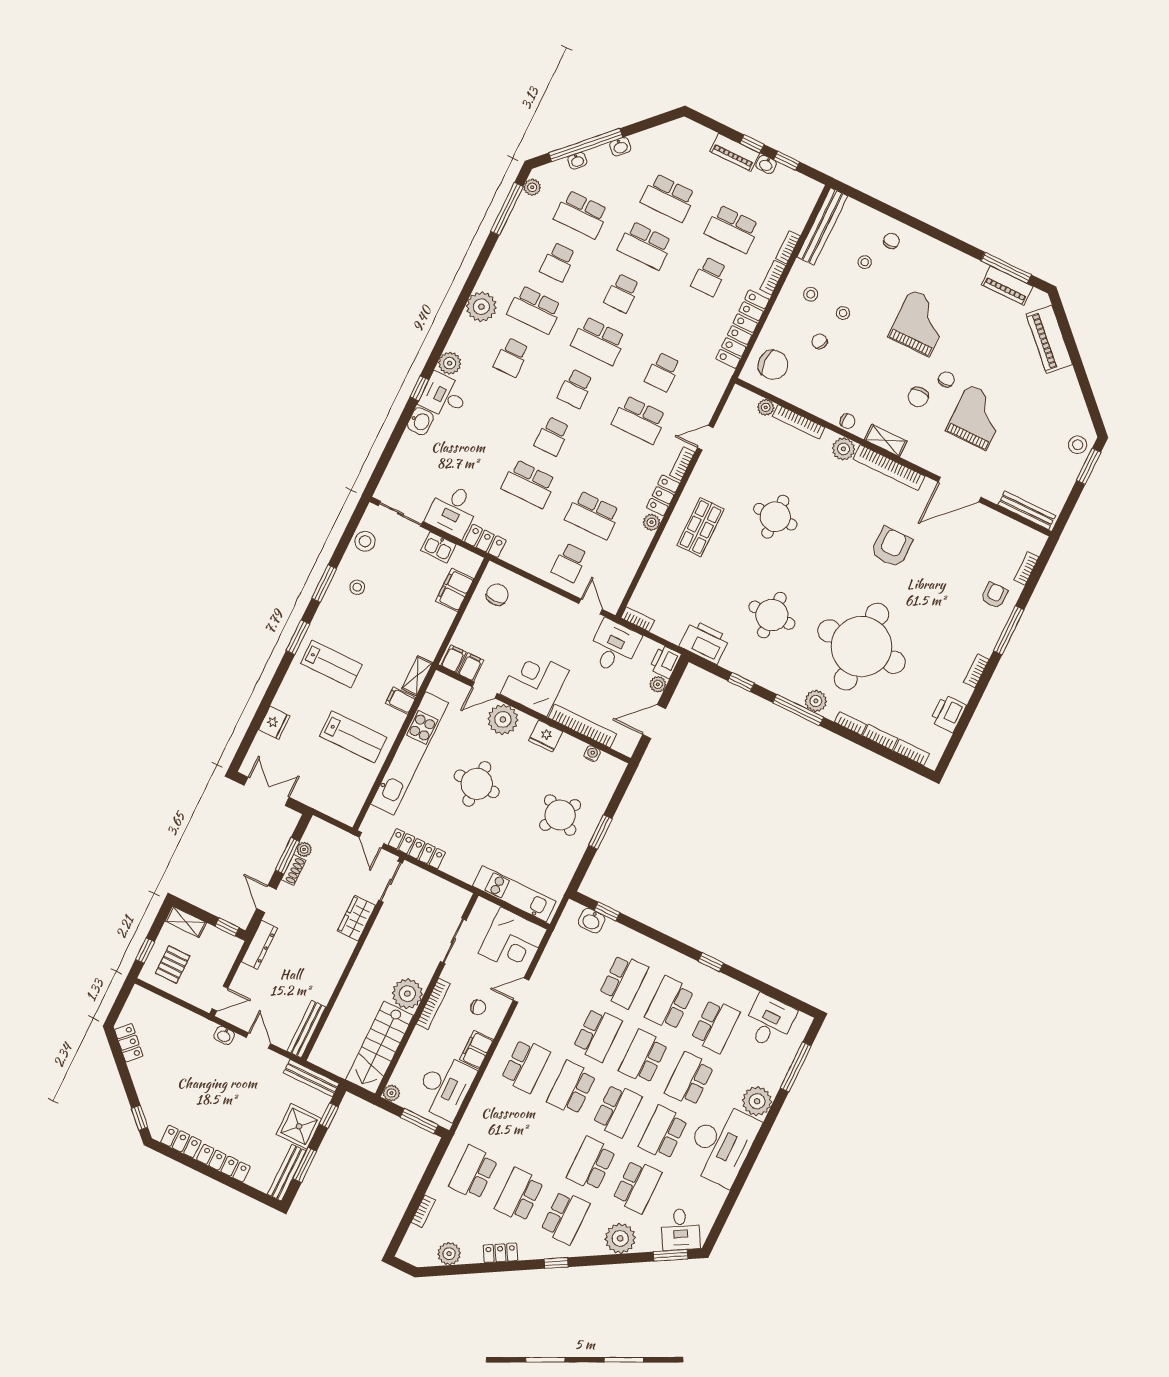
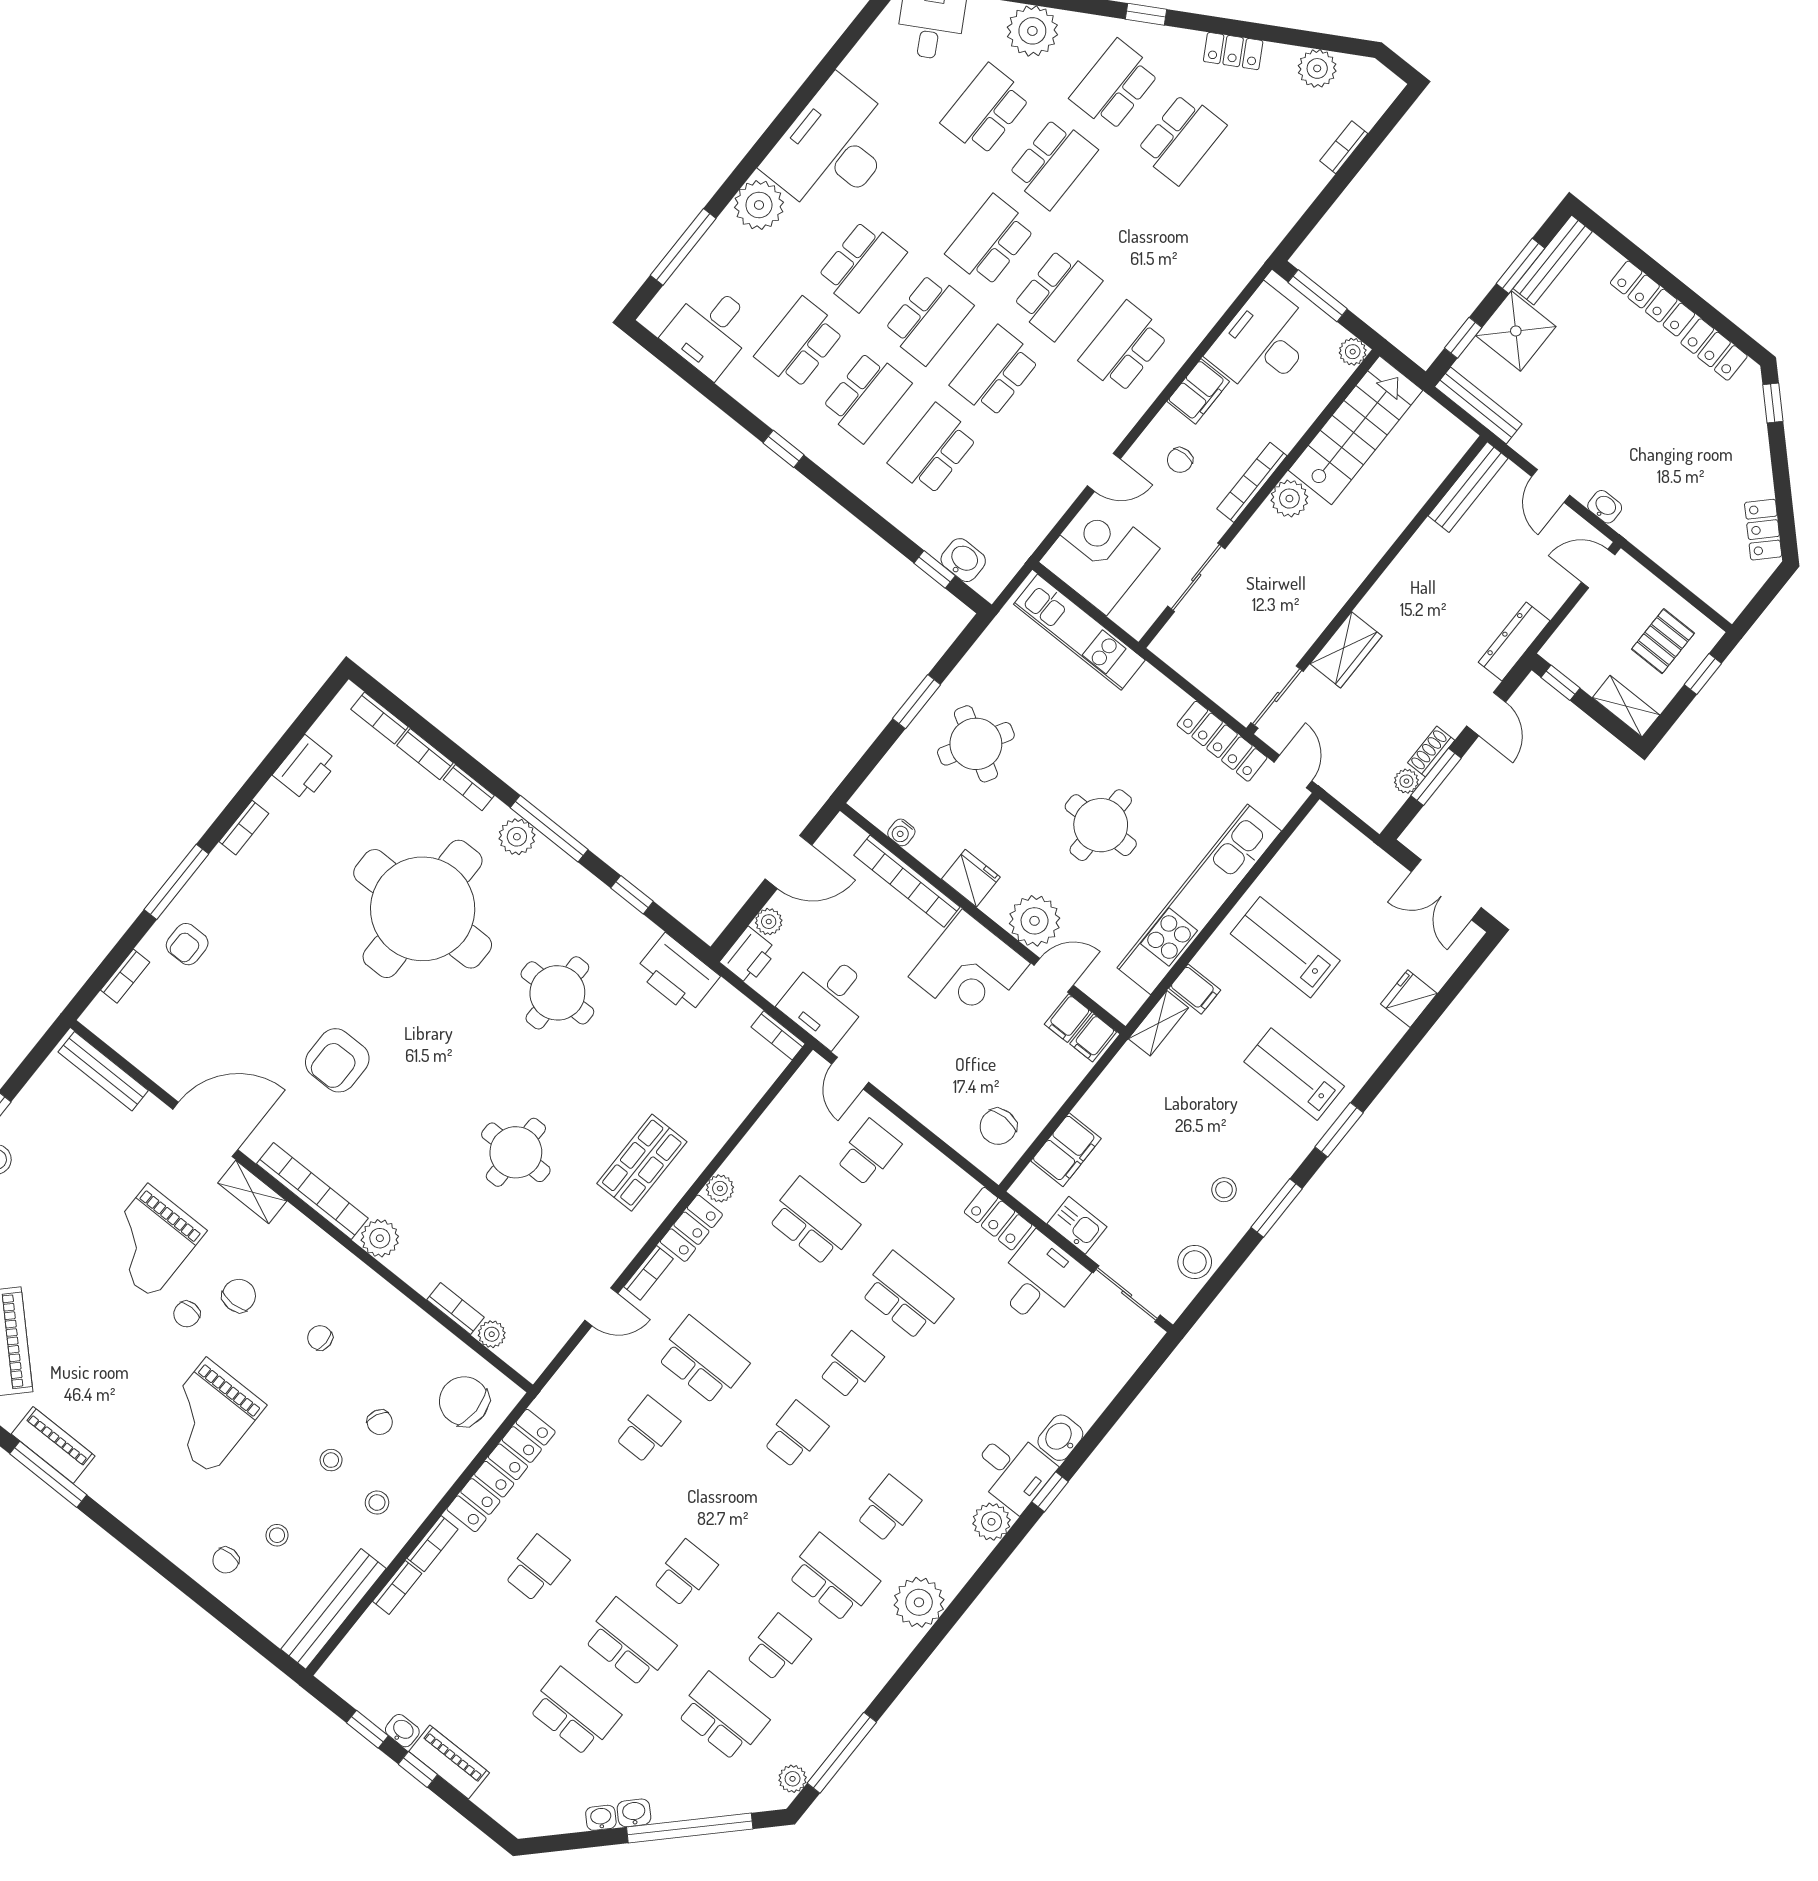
washbasin: (577, 161) -> (601, 1818), moved
school desk: (732, 229) -> (481, 1638), removed
school desk: (599, 341) -> (740, 1504), removed
chair: (847, 421) -> (320, 1338), moved
bookcase: (799, 422) -> (455, 1309), width x0.64
shelving: (886, 441) -> (252, 1192), moved
plant: (407, 994) -> (1289, 499), width x0.73, depth x0.73
chair: (478, 1007) -> (1180, 460), turned -80
school desk: (663, 1133) -> (924, 188), removed
school desk: (473, 1173) -> (1248, 192), removed

